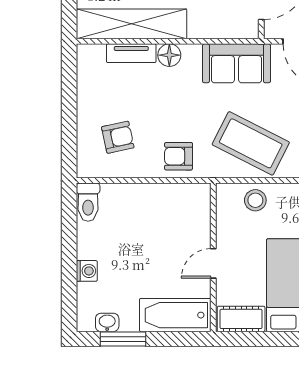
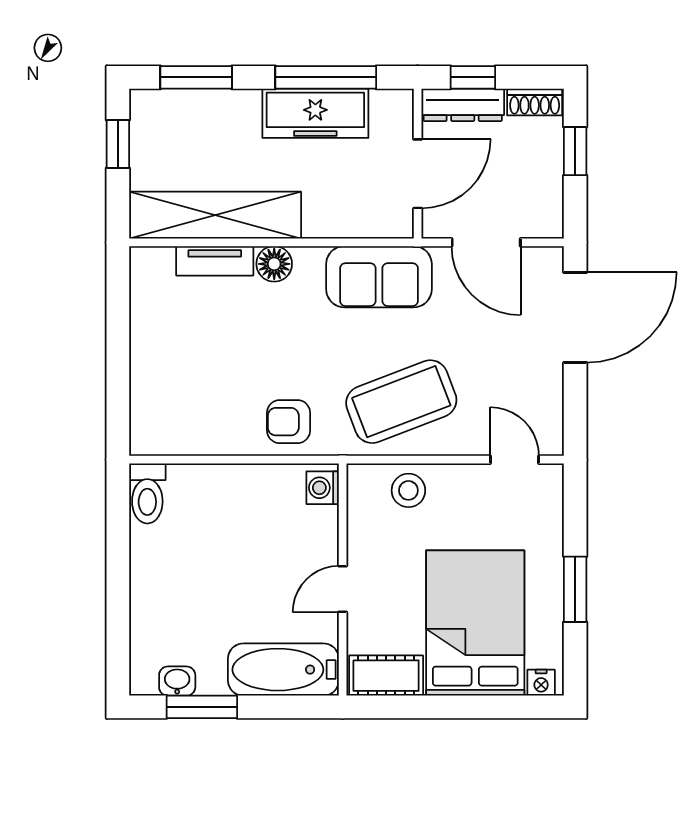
armchair: (118, 137) -> (194, 392), removed
coffee table: (251, 143) -> (401, 402), turned -48
washing machine: (87, 271) -> (323, 488), moved, turned 180

